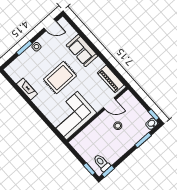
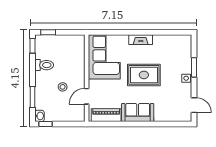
door: (50, 25) -> (194, 105), swing flipped
sofa: (82, 51) -> (138, 113), moved
rug: (60, 78) -> (144, 75), turned 90
fireplace: (27, 89) -> (141, 40), moved
toilet: (102, 163) -> (44, 65), moved

